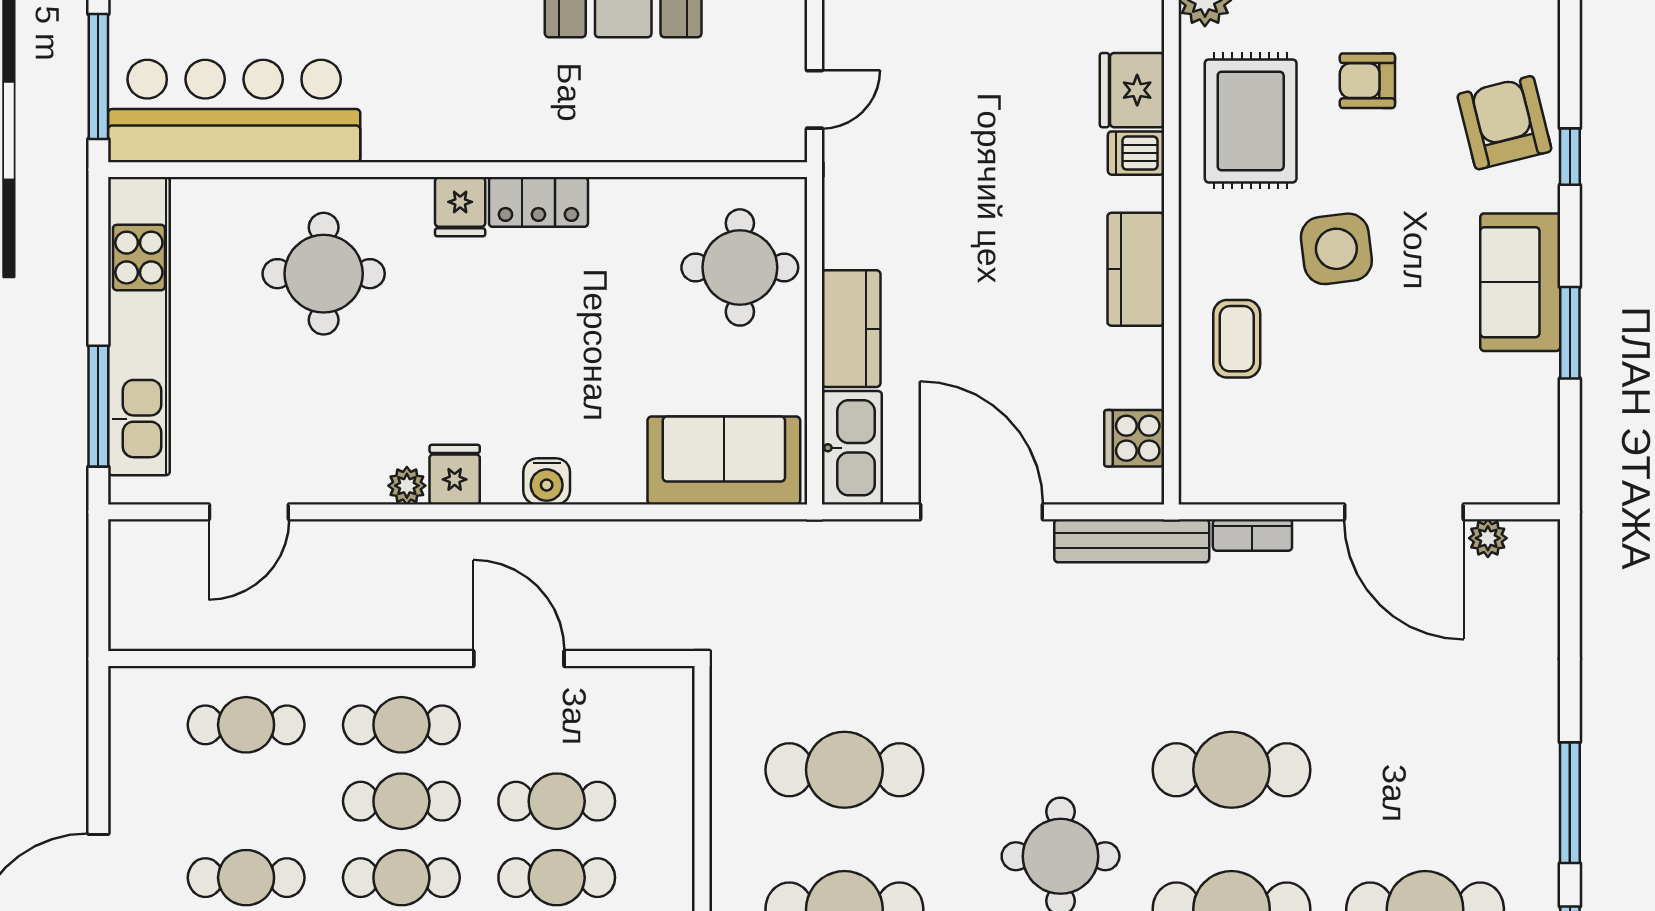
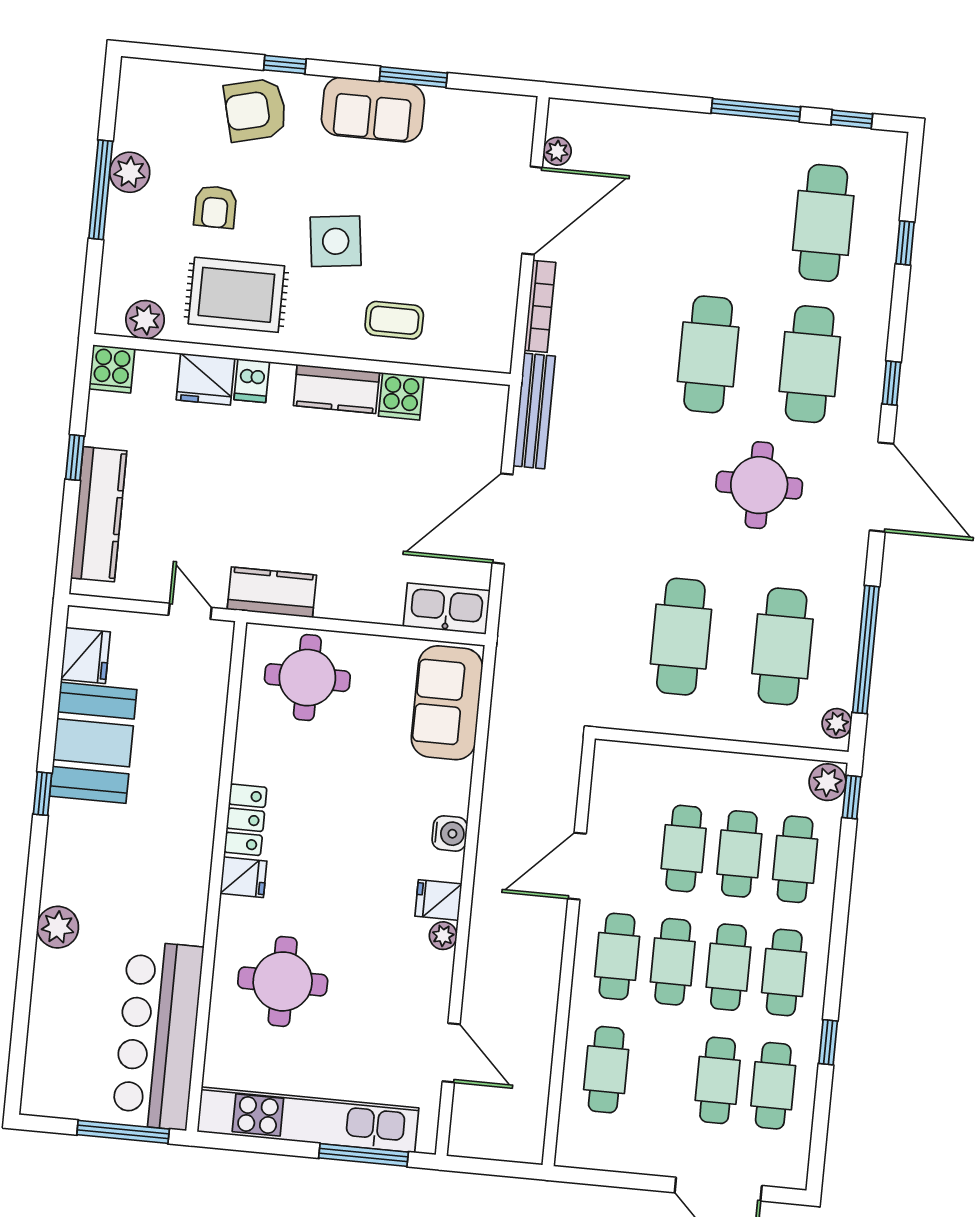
kitchen counter: (851, 329) -> (272, 592), moved
cooker: (1134, 438) -> (401, 396), moved
bookcase: (1252, 535) -> (540, 306), width x1.56

